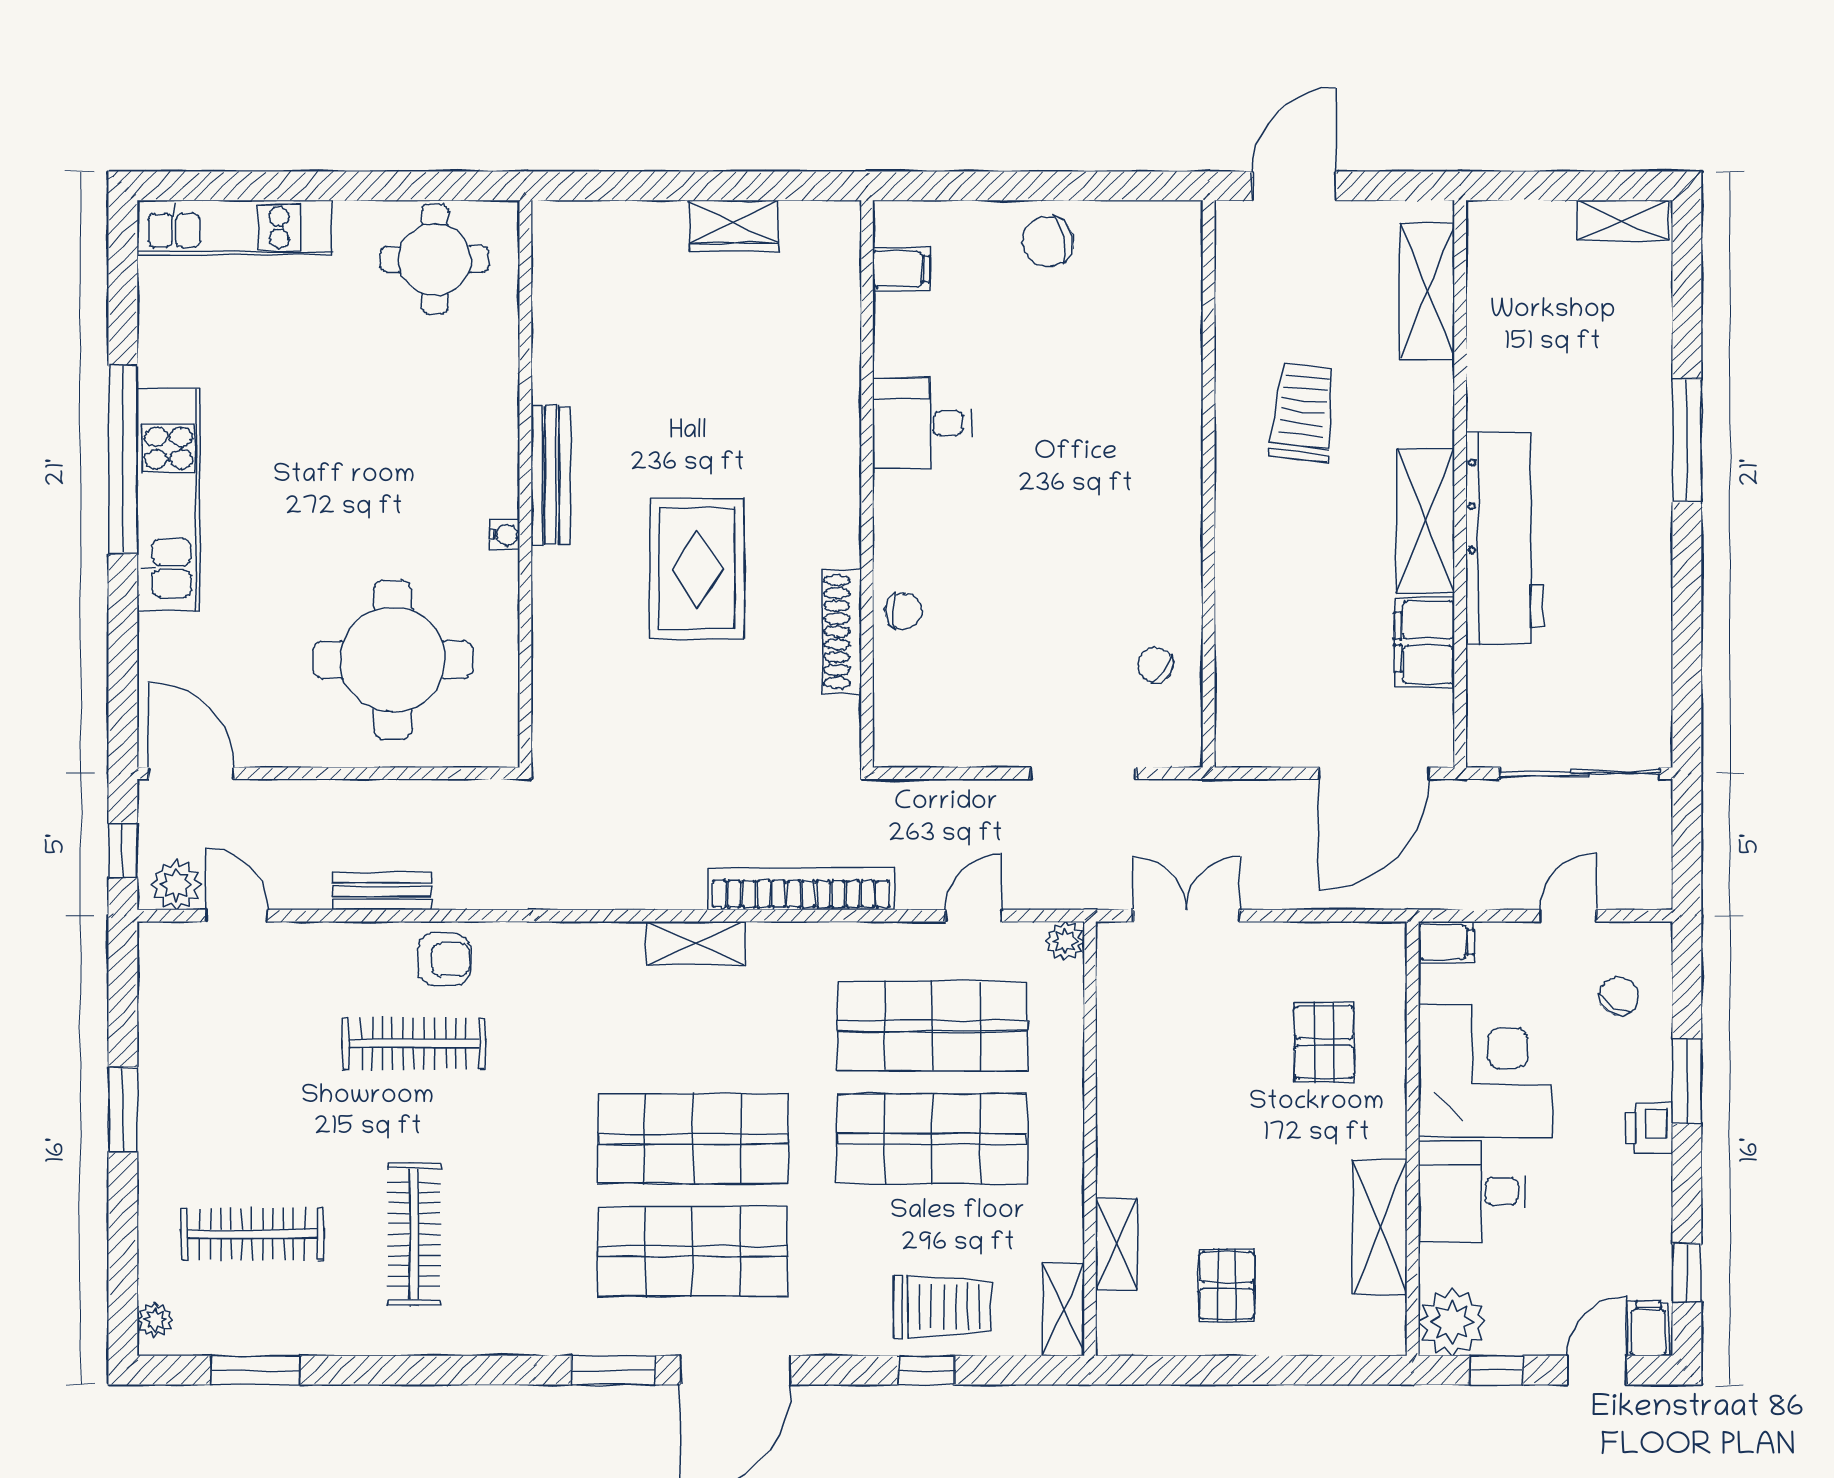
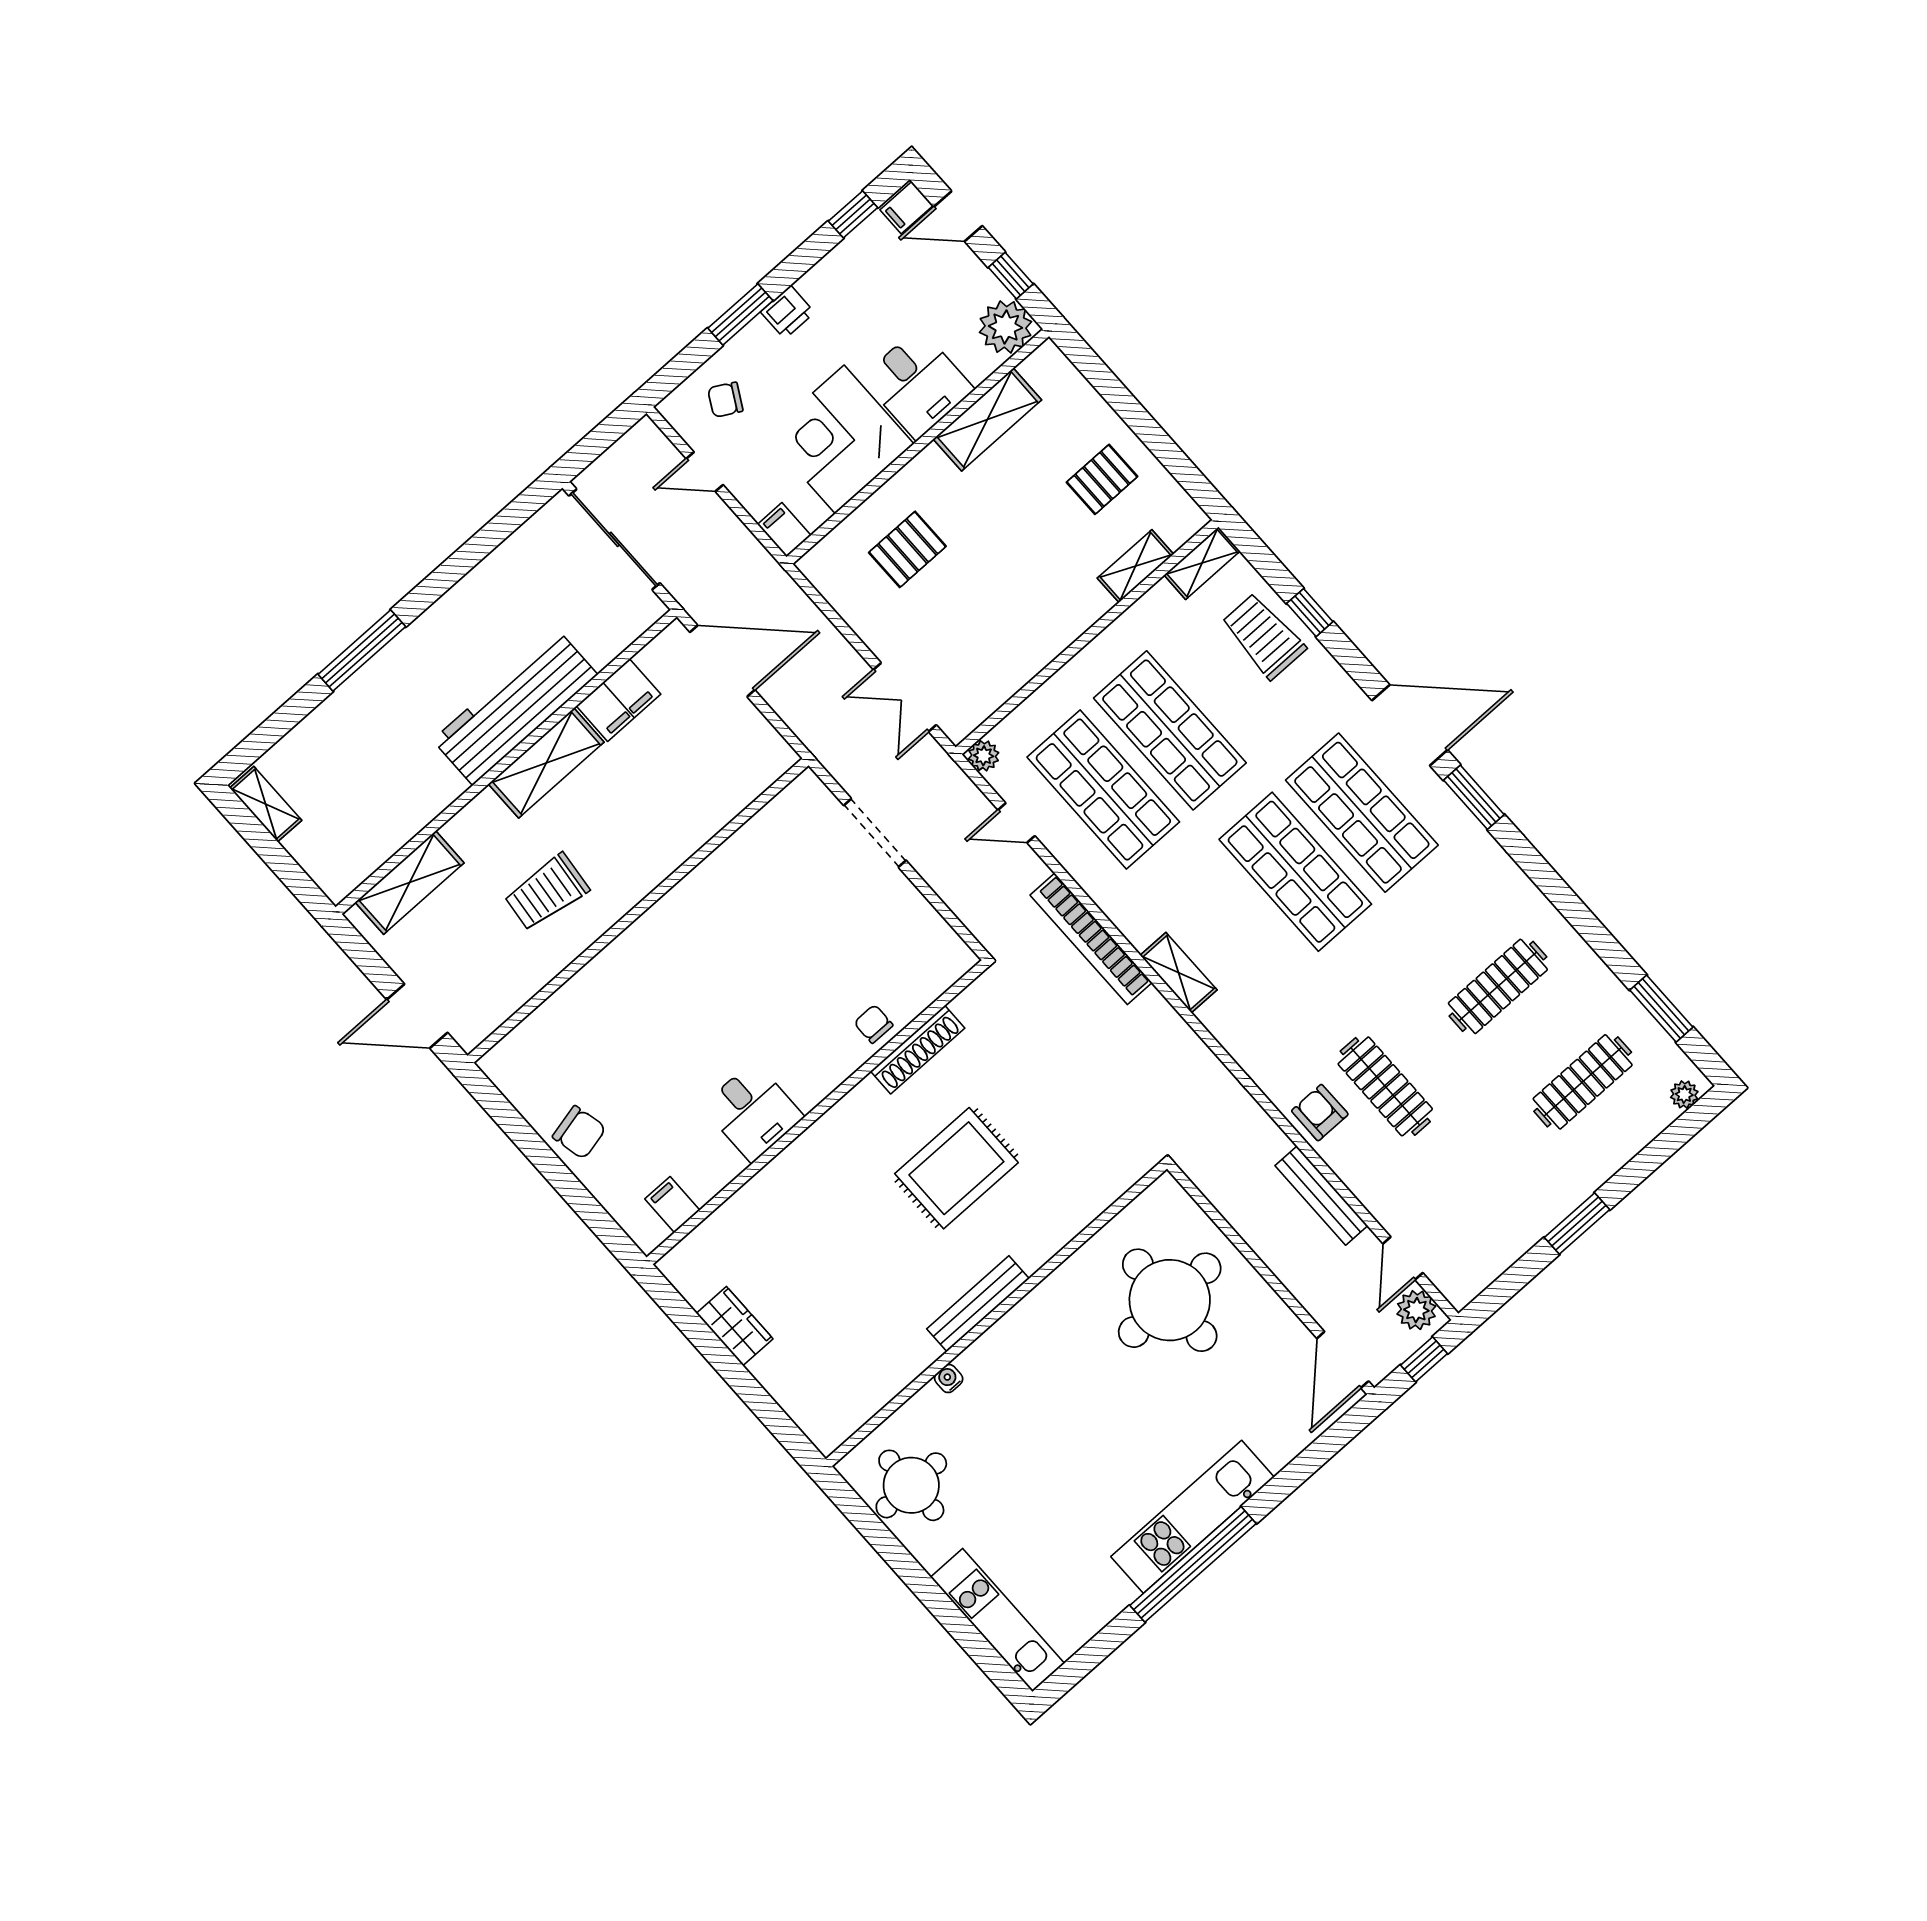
water cooler: (504, 535) -> (949, 1379), moved
chair: (1155, 665) -> (773, 847), removed
bench: (382, 891) -> (1321, 1196), width x1.36
clothes rail: (252, 1234) -> (1583, 1082), turned 90

